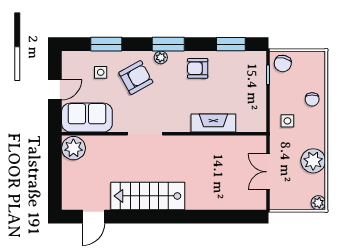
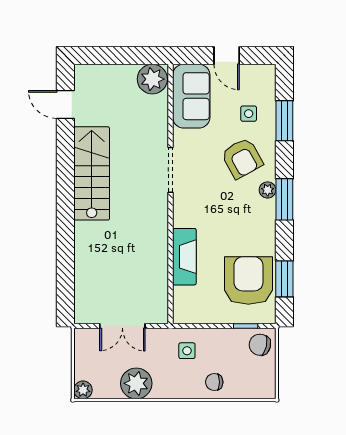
armchair: (198, 68) -> (248, 281), moved, width x1.88, depth x1.88
double door: (268, 172) -> (122, 326), swing flipped

